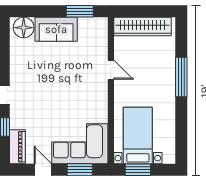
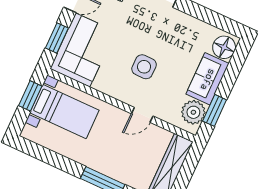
plant: (89, 28) -> (193, 112), added
side table: (70, 86) -> (144, 67), added

